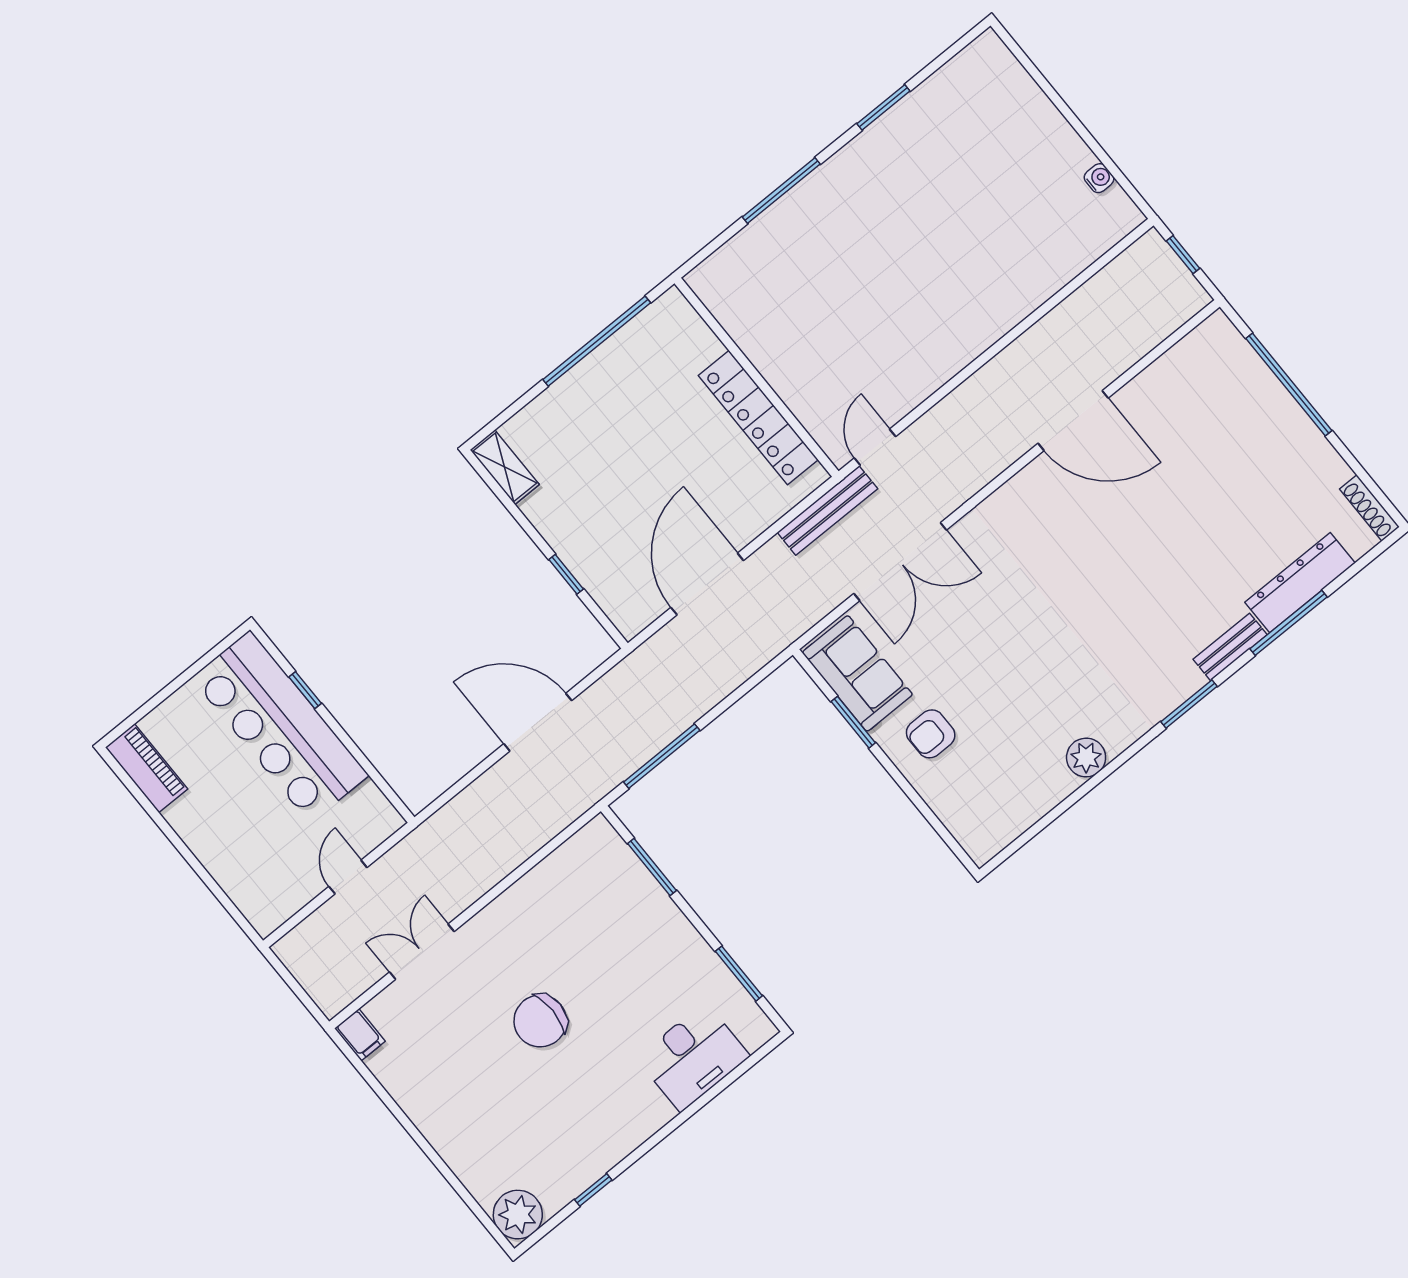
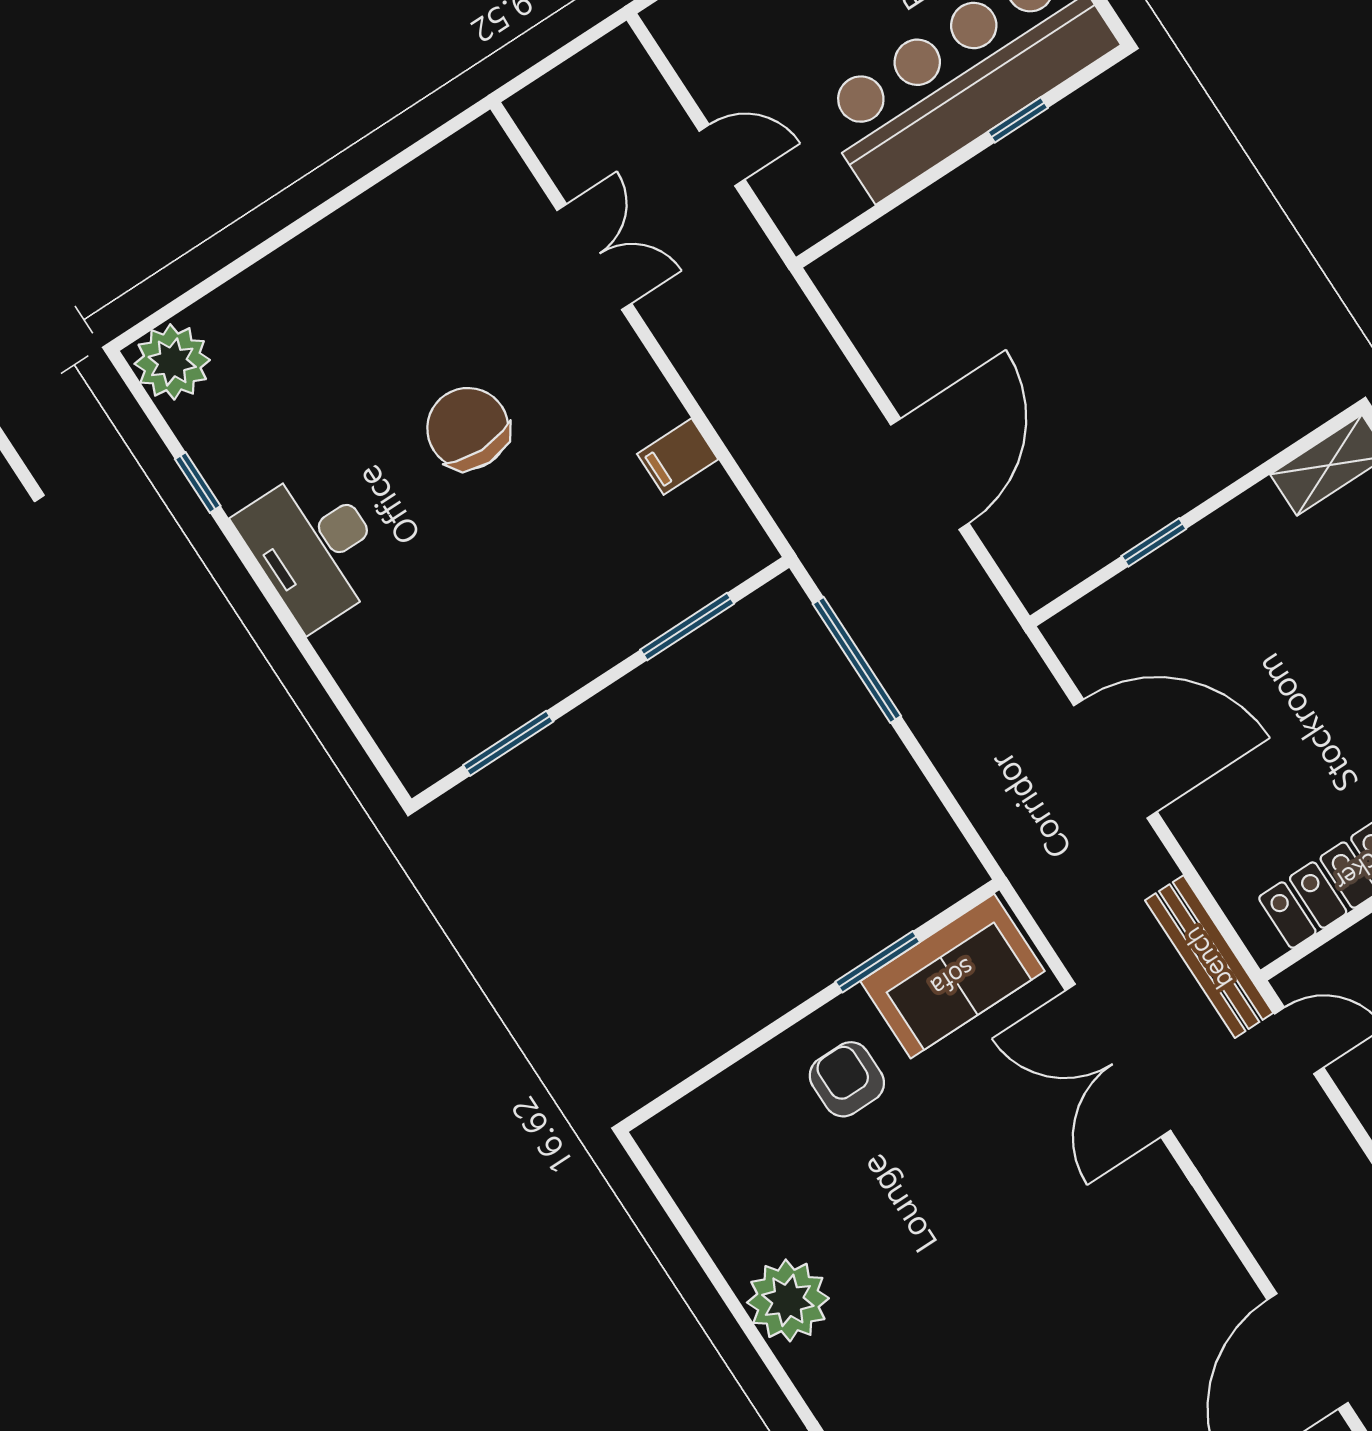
plant: (1086, 758) -> (788, 1300), width x1.36, depth x1.36
filing cabinet: (360, 1035) -> (678, 457), moved
desk: (693, 1057) -> (314, 547), moved

